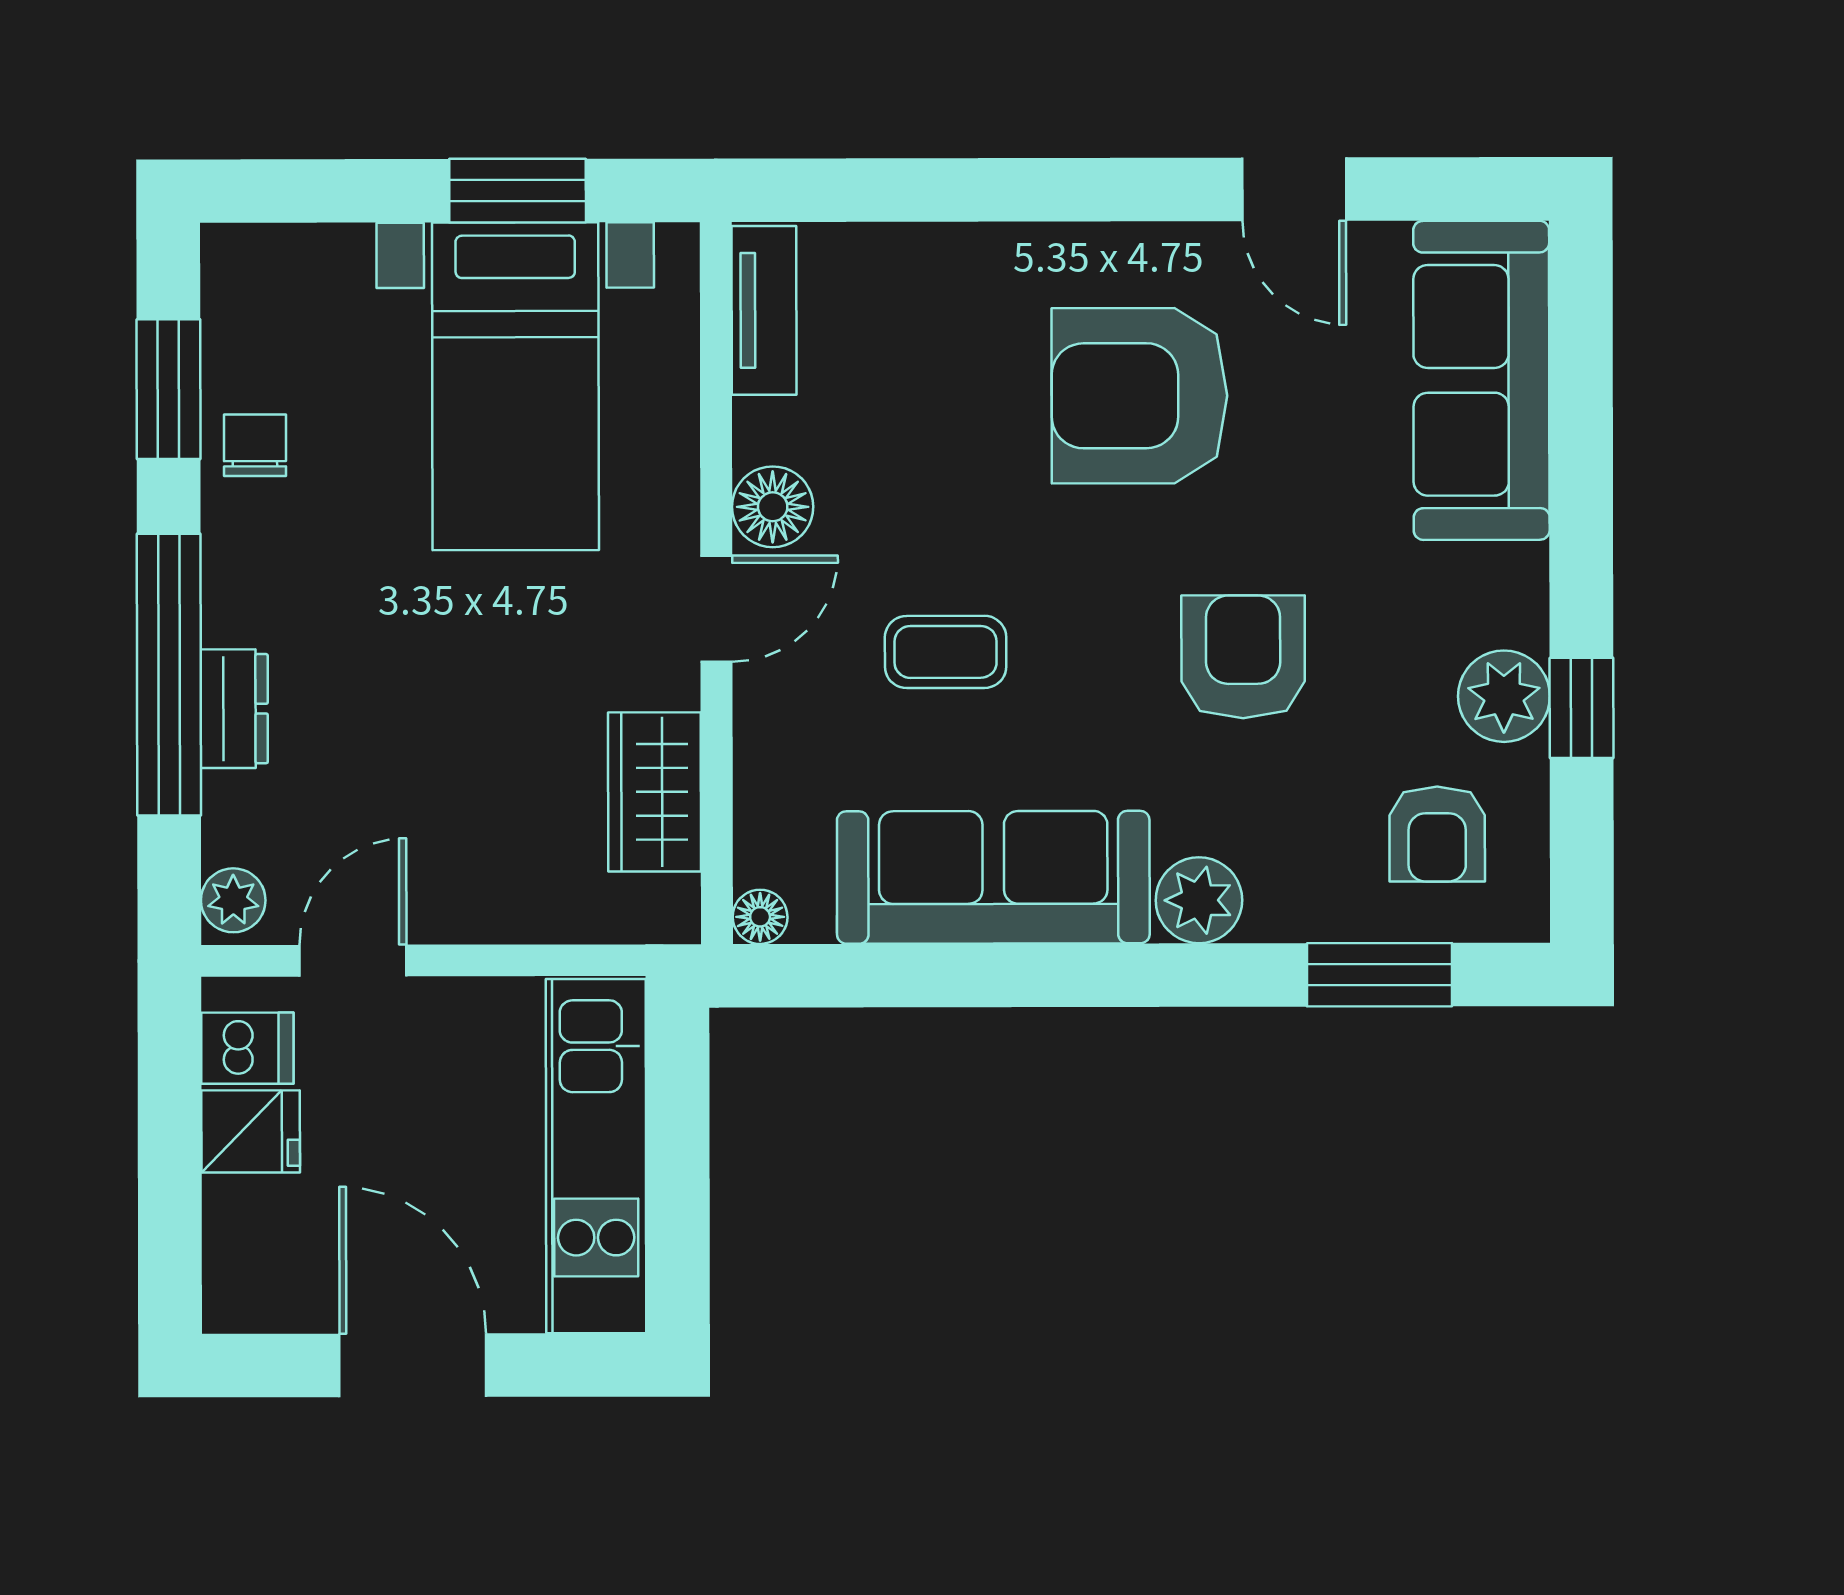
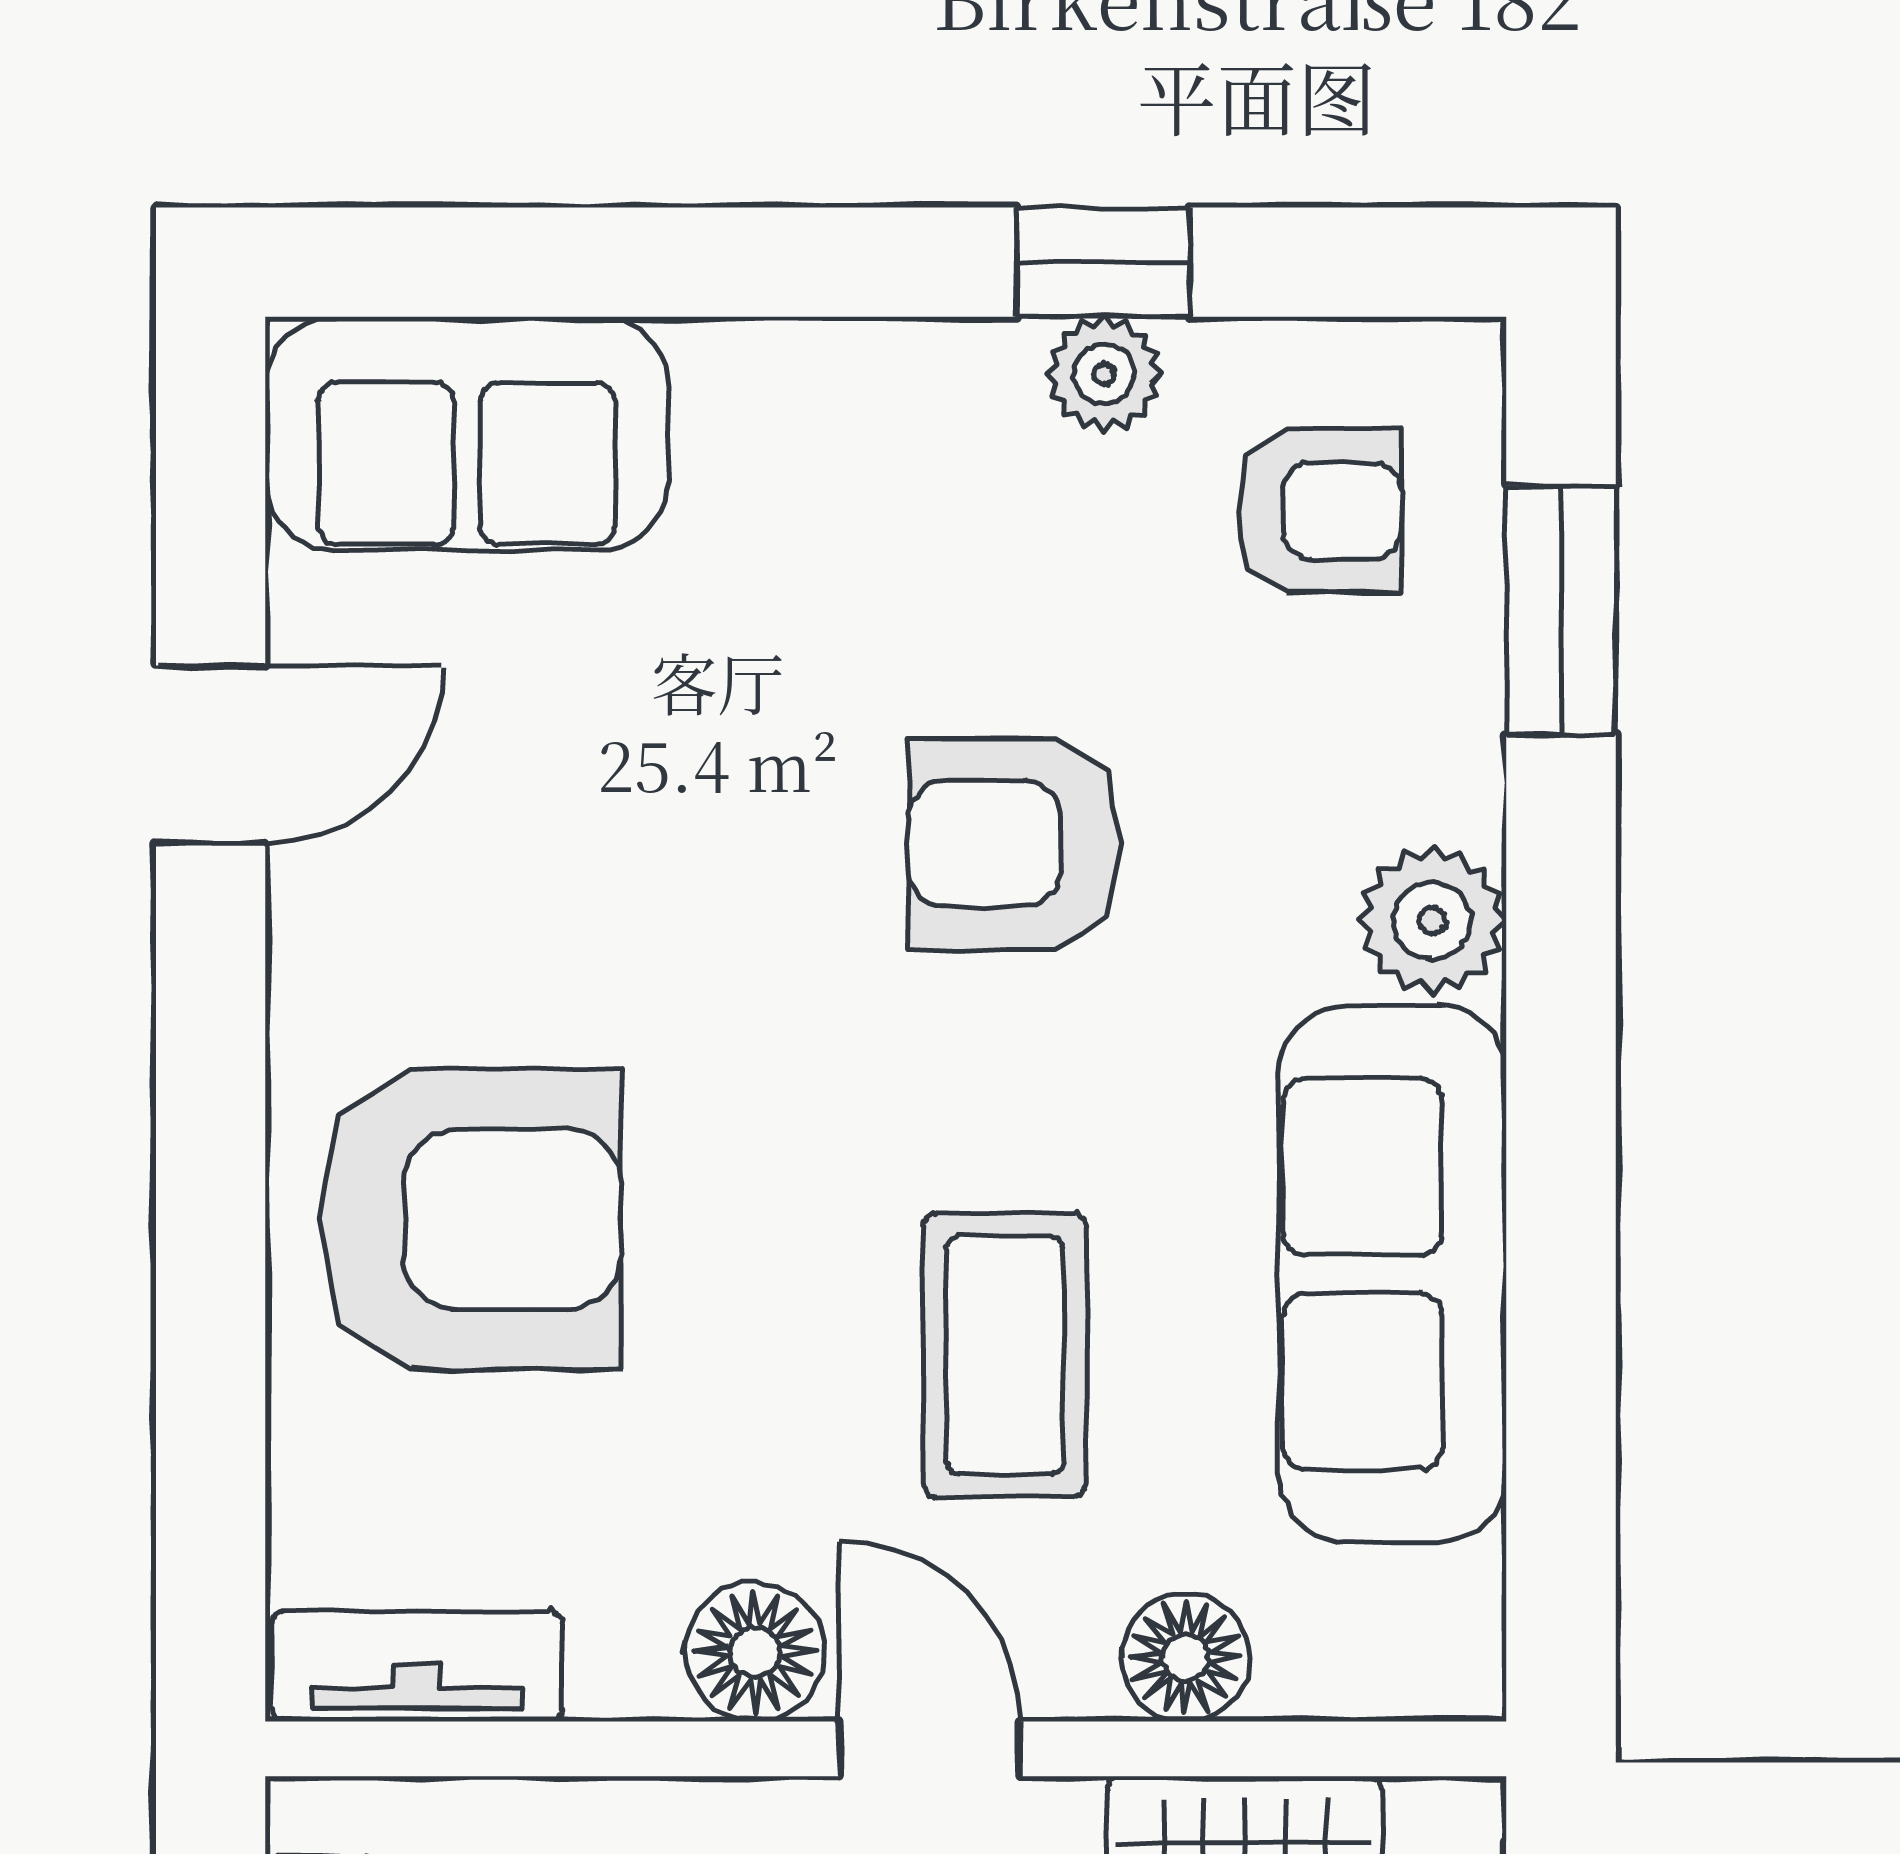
sofa: (1481, 380) -> (467, 433), width x0.73
armchair: (1139, 396) -> (470, 1219), moved, turned -90
coffee table: (946, 652) -> (1005, 1355), width x1.36, depth x1.30
plant: (1504, 696) -> (1104, 374), width x0.73, depth x0.73
floor lamp: (760, 917) -> (1186, 1657), moved, width x1.37, depth x1.37

